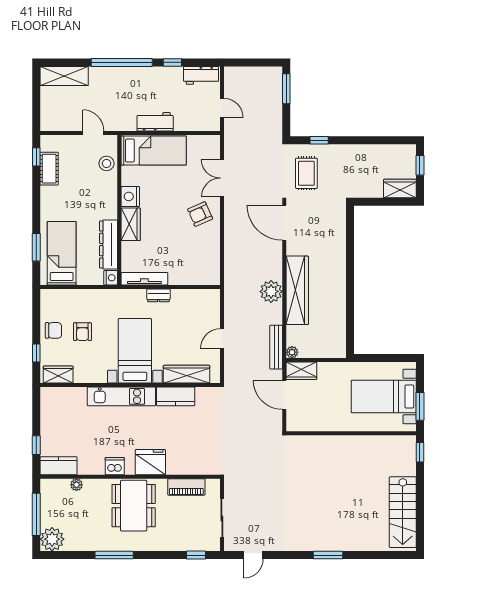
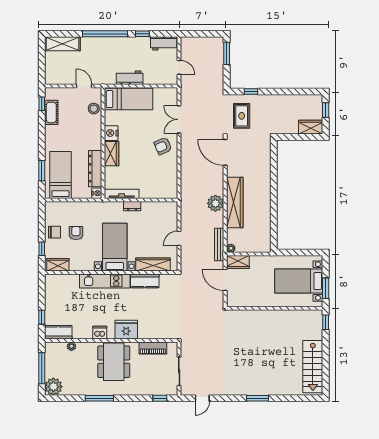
armchair: (82, 332) -> (76, 233), turned 180

